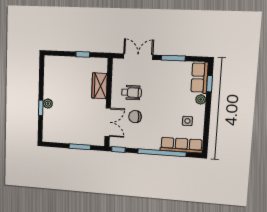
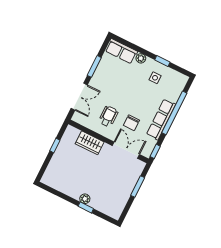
double door: (138, 57) -> (79, 97), swing flipped
window: (209, 84) -> (162, 61), moved
row of seats: (181, 145) -> (161, 119), moved

